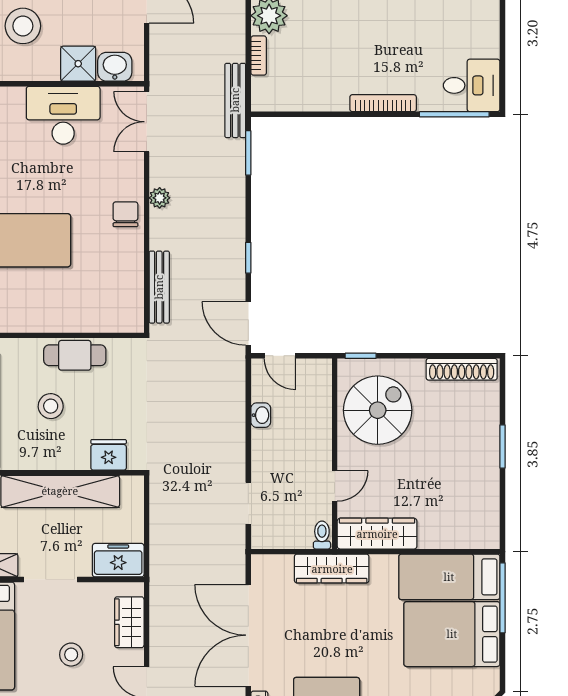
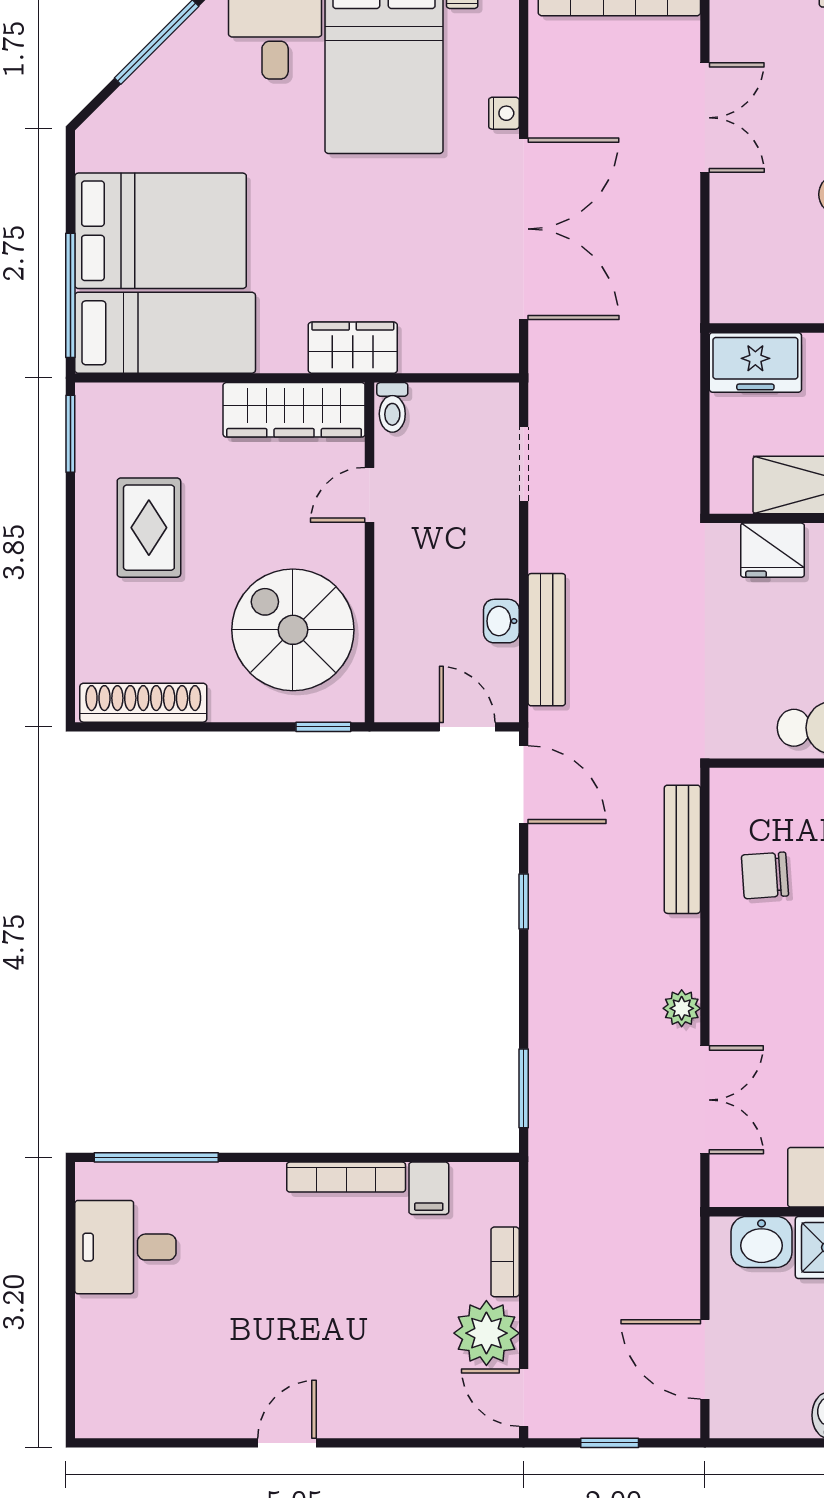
desk: (472, 85) -> (125, 1247), moved
filing cabinet: (301, 97) -> (429, 1188), added
bench: (235, 100) -> (547, 640), moved
bookcase: (383, 103) -> (346, 1177), moved
double door: (147, 122) -> (705, 1100), moved
chair: (125, 214) -> (765, 875), moved, turned 86
spiral stairs: (378, 410) -> (293, 630), turned 90
window: (503, 447) -> (70, 434), moved
rug: (458, 468) -> (149, 528), added
wardrobe: (332, 569) -> (353, 348), width x0.67
wardrobe: (129, 622) -> (736, 252), removed

